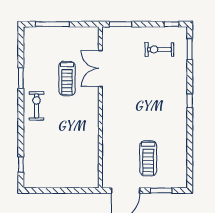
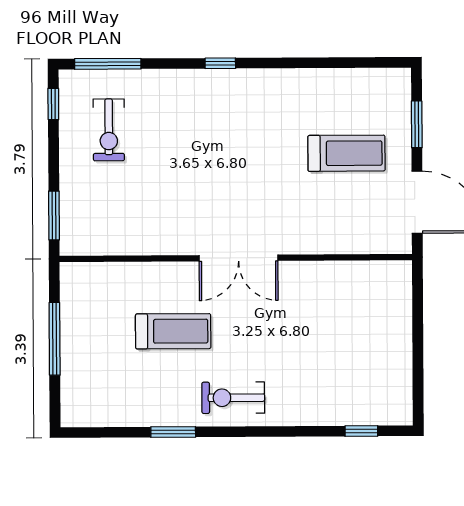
window: (52, 24) -> (55, 339), moved
window: (190, 49) -> (108, 64), width x1.44
double door: (100, 69) -> (239, 258), moved

